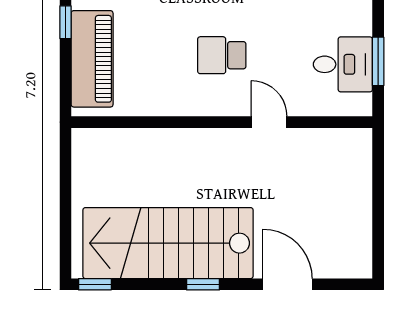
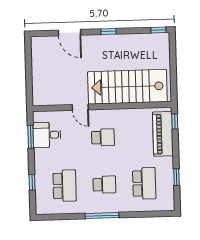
window: (65, 22) -> (175, 122), moved
stairs: (168, 243) -> (127, 87), moved, turned 180

